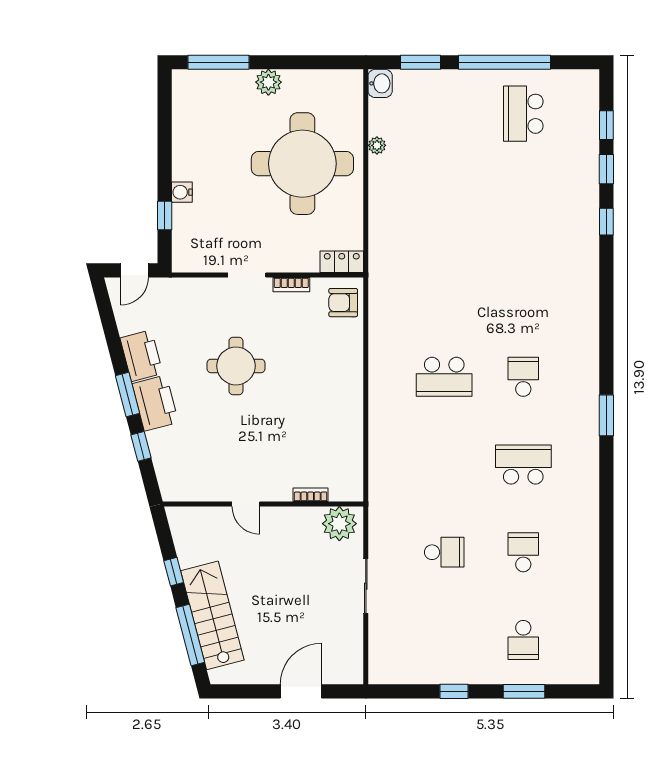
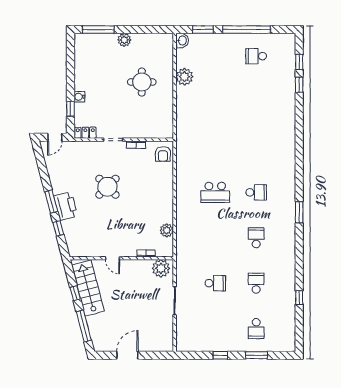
school desk: (523, 114) -> (256, 56), width x0.54
plant: (377, 145) -> (184, 77), width x1.88, depth x1.88
round table: (302, 164) -> (142, 82), width x0.54, depth x0.54
window: (606, 222) -> (299, 298), moved
locker: (342, 262) -> (85, 133), moved
armchair: (343, 303) -> (163, 154), turned -90
printer: (141, 356) -> (58, 181), removed
round table: (236, 366) -> (107, 187), turned 45
school desk: (523, 377) -> (256, 192), turned 90
plant: (350, 450) -> (167, 230), added
school desk: (523, 465) -> (256, 238), width x0.54
stairs: (212, 615) -> (88, 288), moved
door: (301, 691) -> (127, 355), moved

